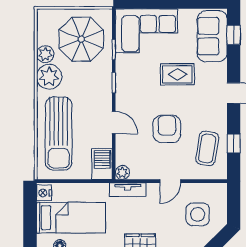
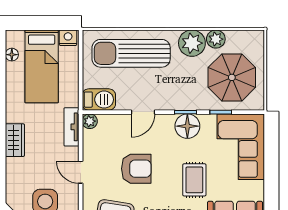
floor lamp: (127, 81) -> (187, 126), added

